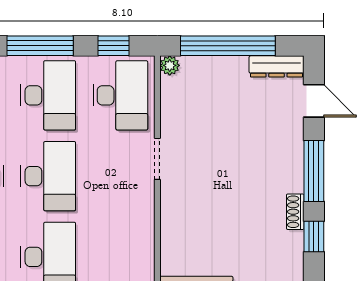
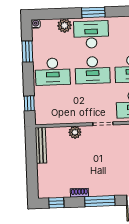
plant: (173, 216) -> (75, 132), added
window: (314, 237) -> (56, 203), moved

